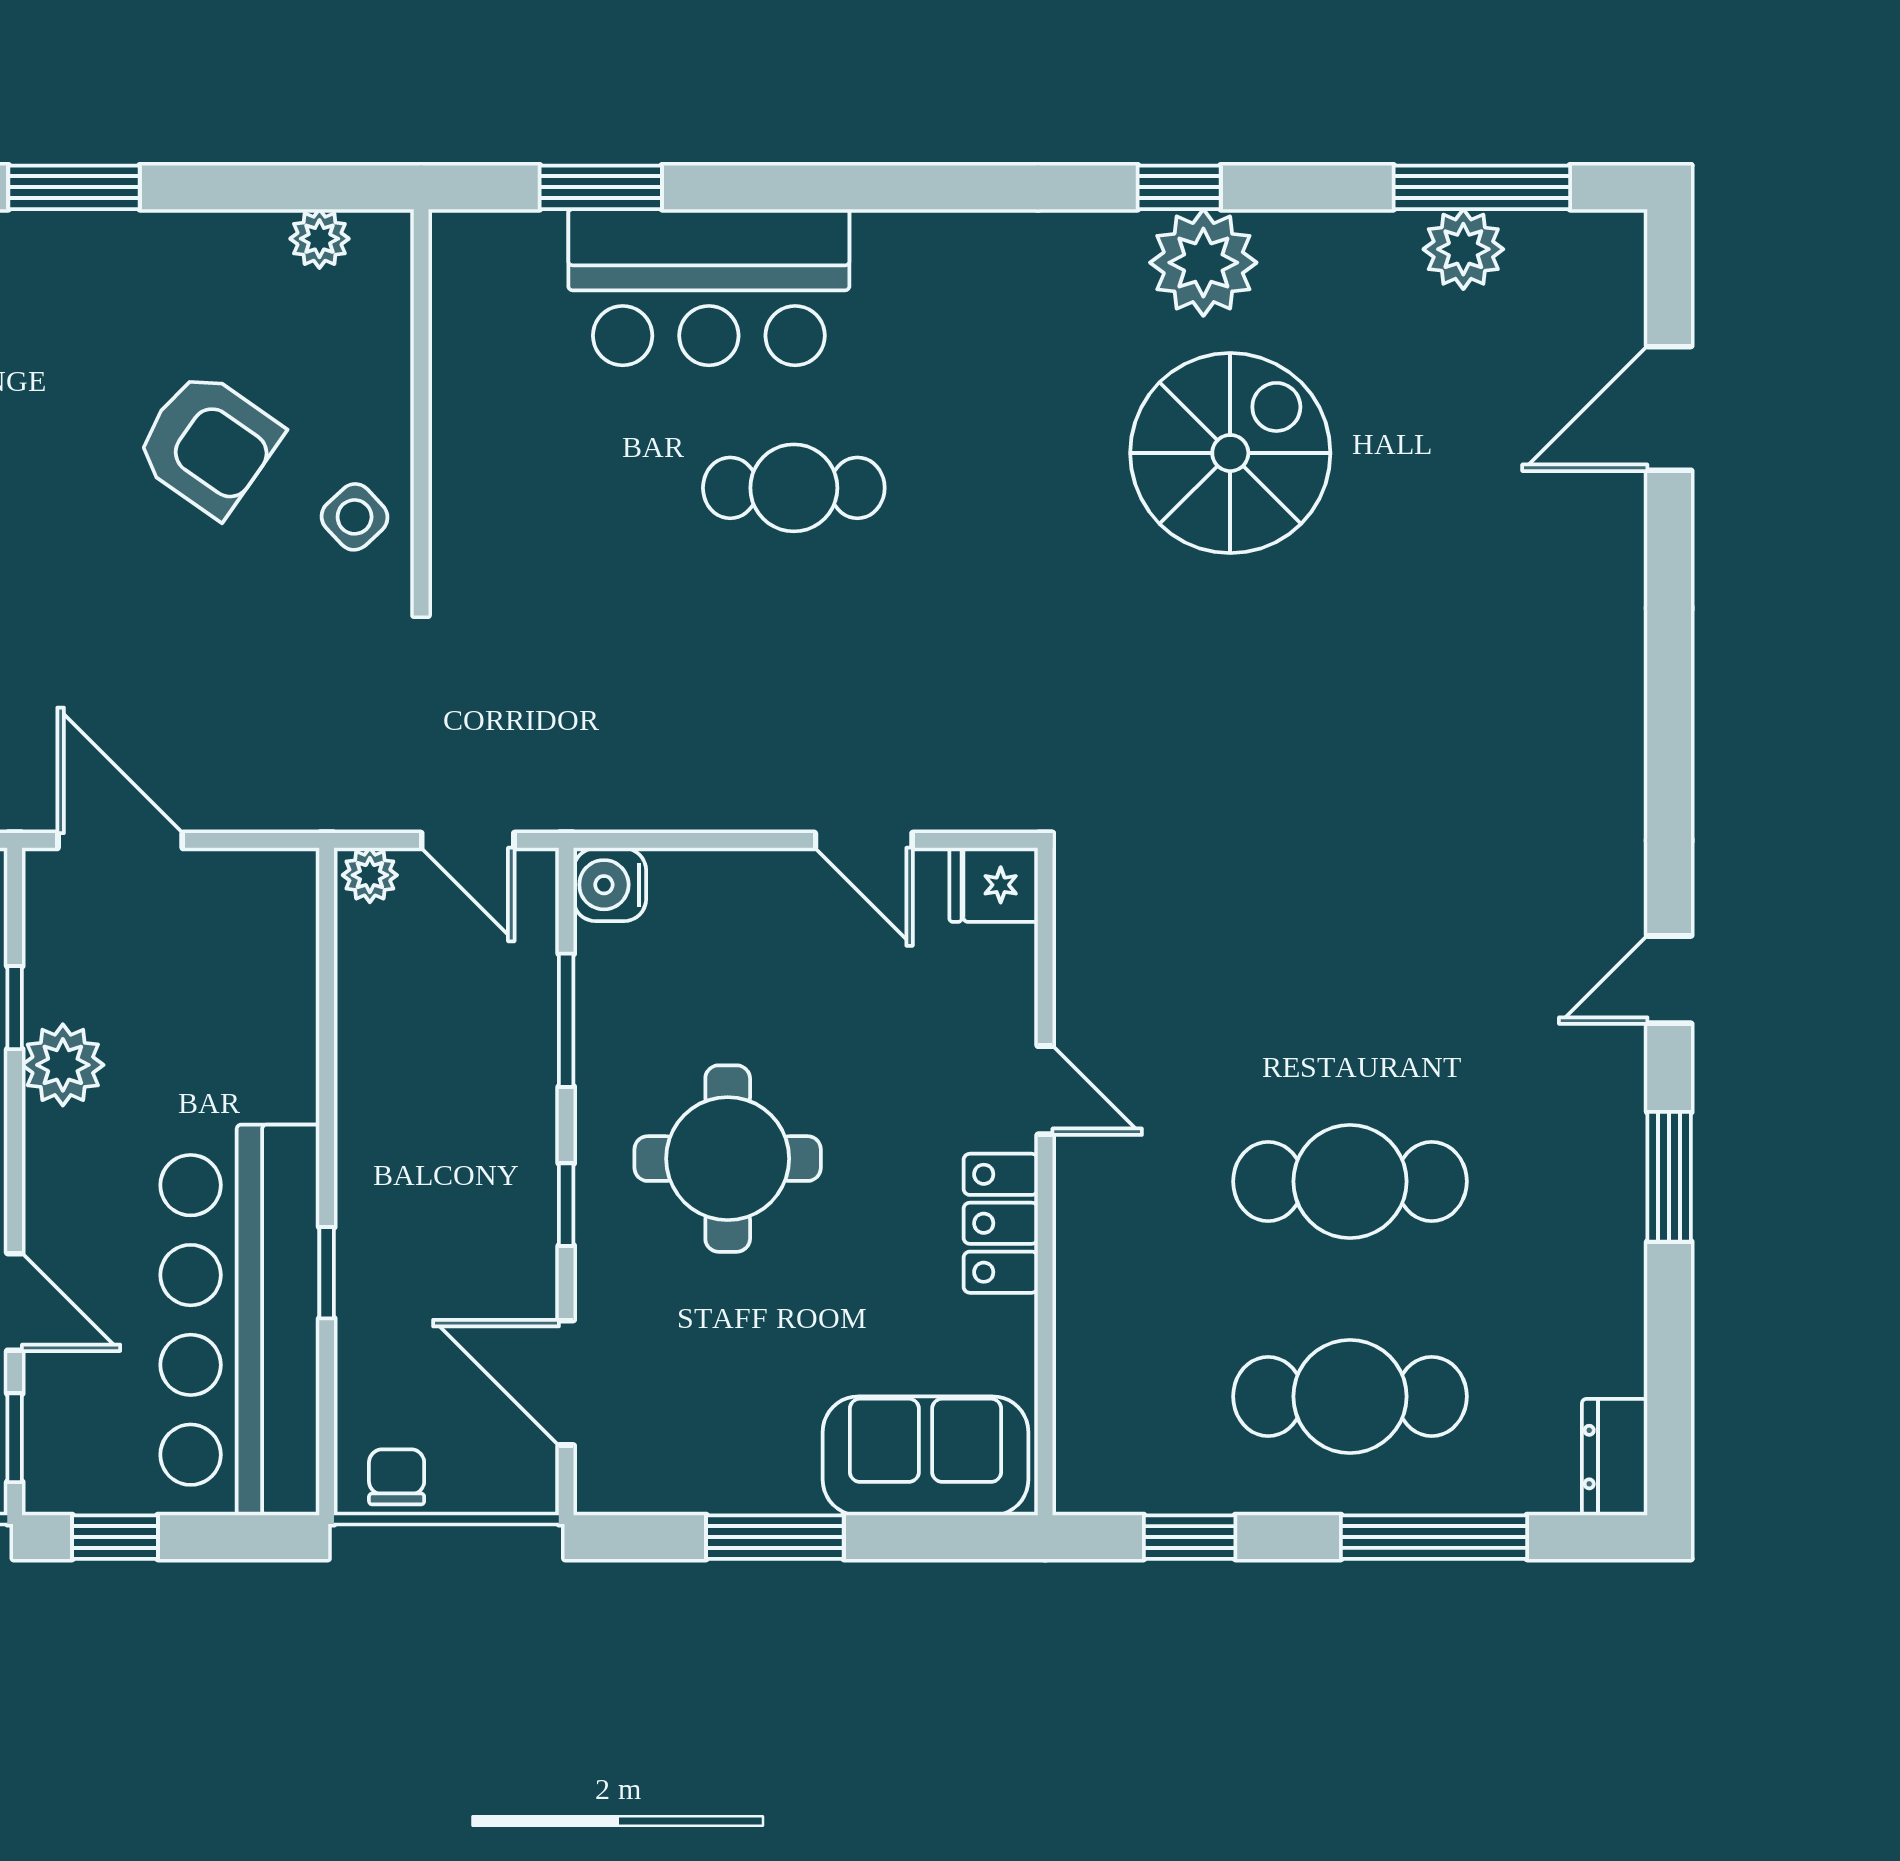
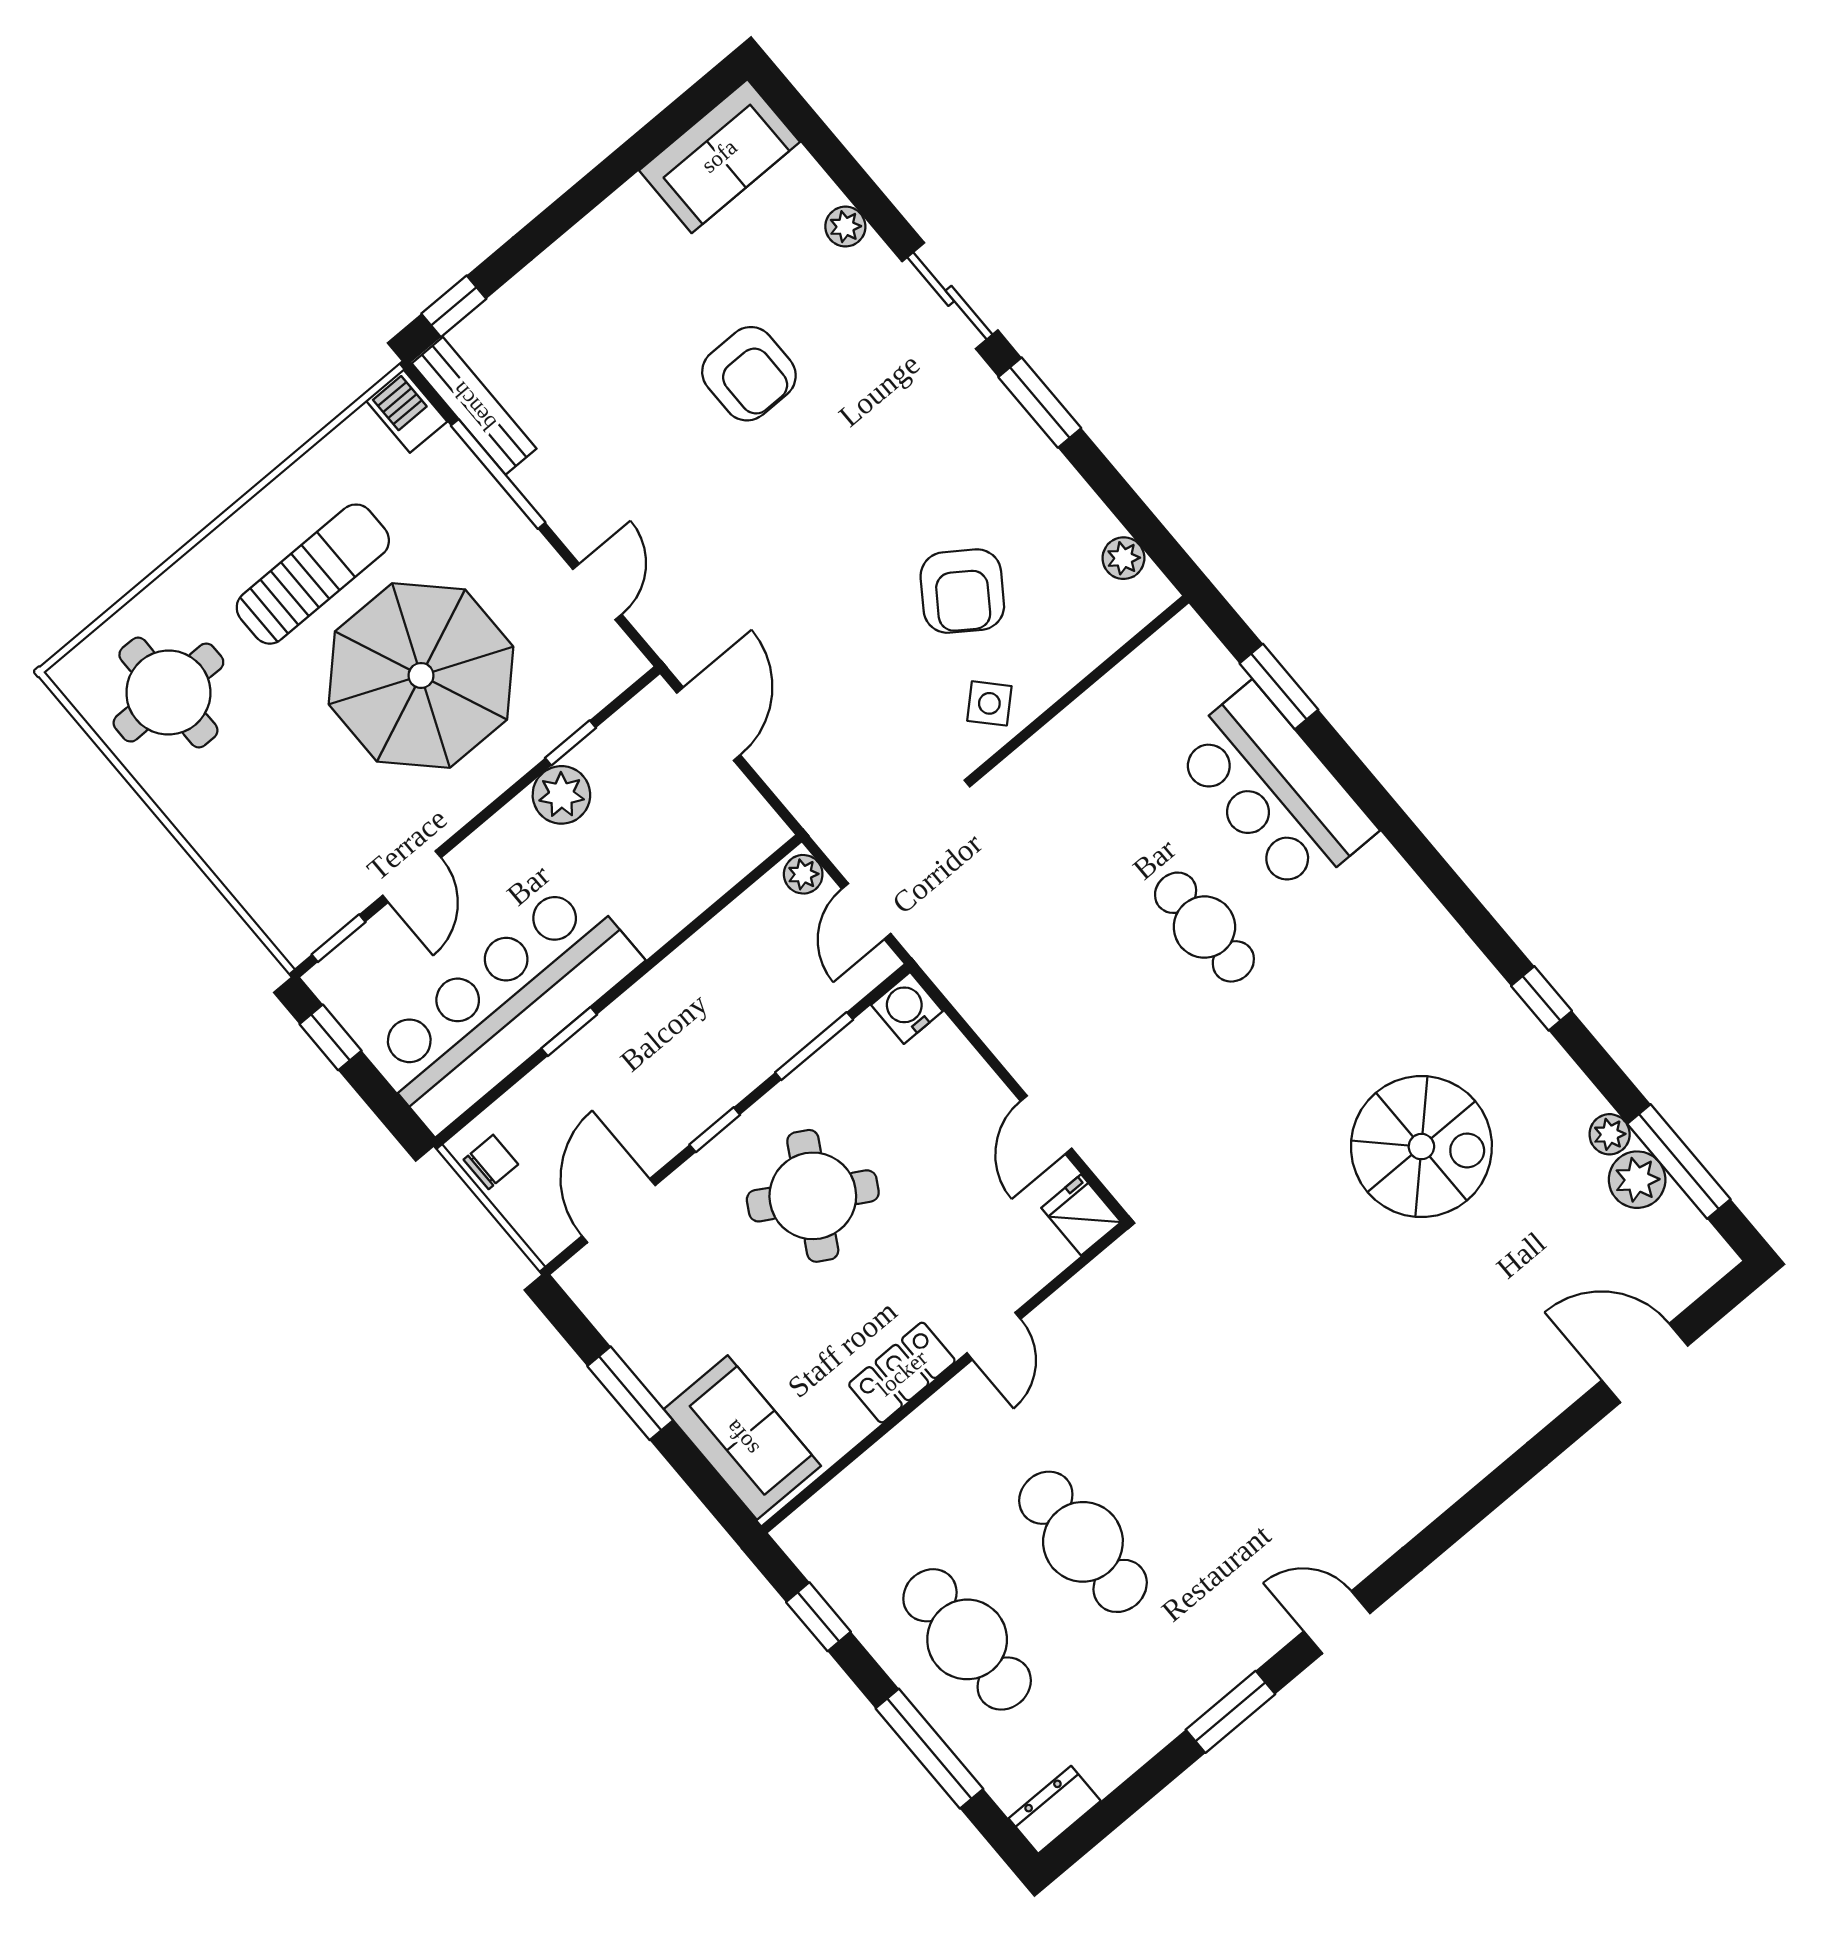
plant: (1203, 263) -> (1610, 1134), moved, width x0.53, depth x0.53
round table: (728, 1159) -> (813, 1196), turned 30

